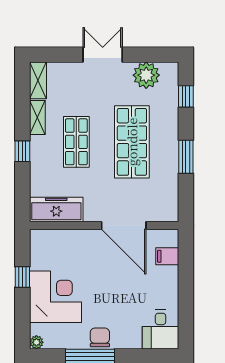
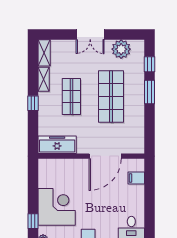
double door: (103, 55) -> (90, 34), swing flipped
window: (186, 157) -> (149, 92), moved
door: (124, 225) -> (105, 156), hinge flipped
window: (22, 277) -> (33, 221), moved

